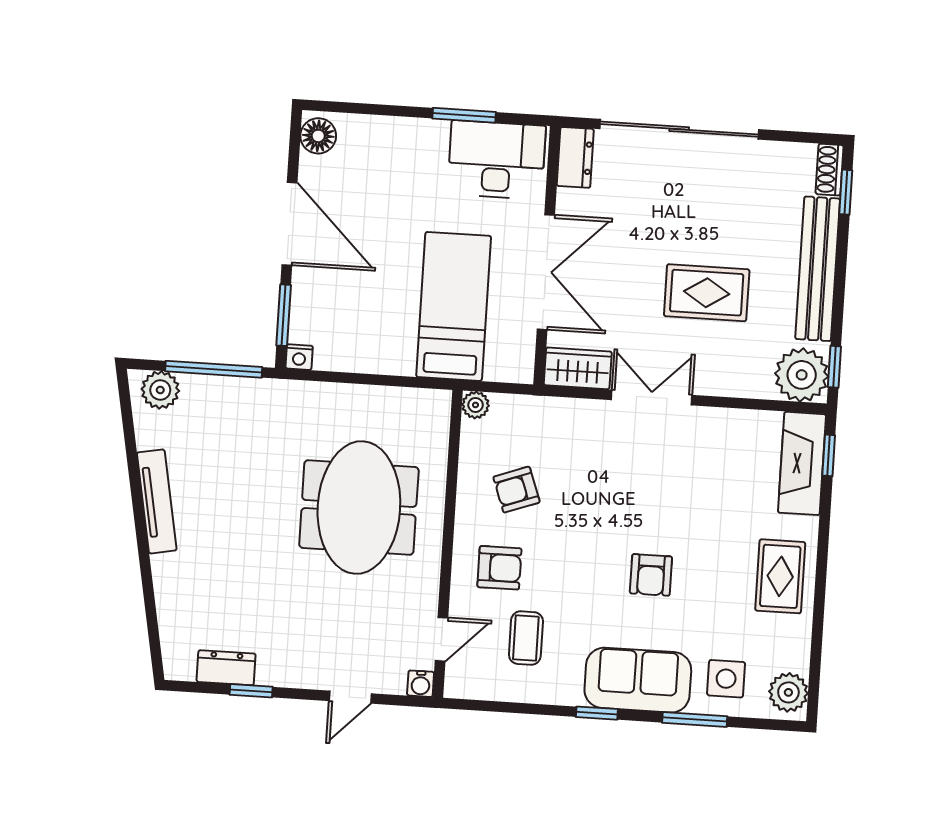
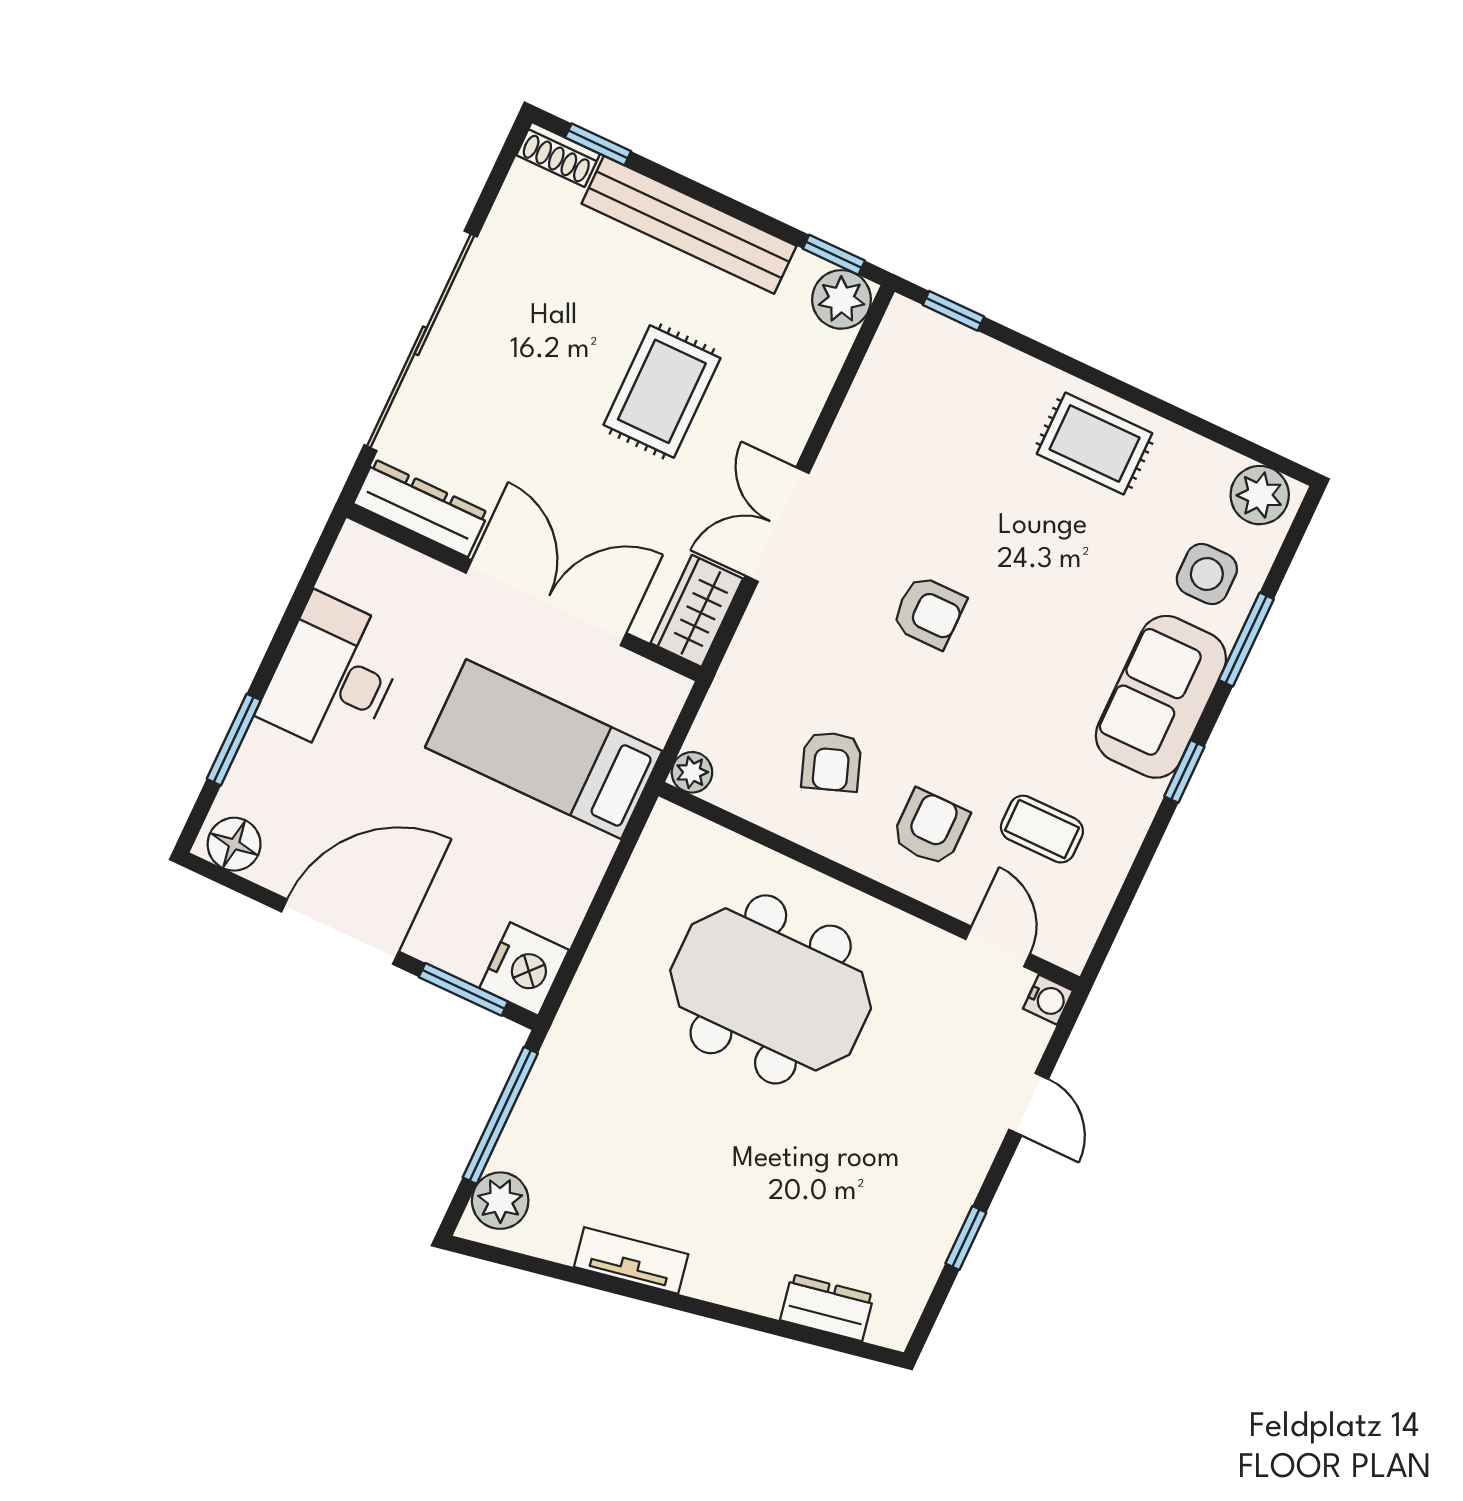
window: (464, 115) -> (234, 740), moved
dresser: (575, 157) -> (421, 508), width x1.44
desk: (497, 160) -> (333, 675), moved
nightstand: (299, 357) -> (524, 969), width x1.89, depth x1.79
plant: (802, 375) -> (841, 299), width x0.73, depth x0.73
fireplace: (802, 463) -> (950, 352), removed
tv unit: (157, 501) -> (631, 1261), width x0.71
armchair: (651, 575) -> (929, 612), moved
dresser: (226, 668) -> (827, 1308), moved, turned 79

